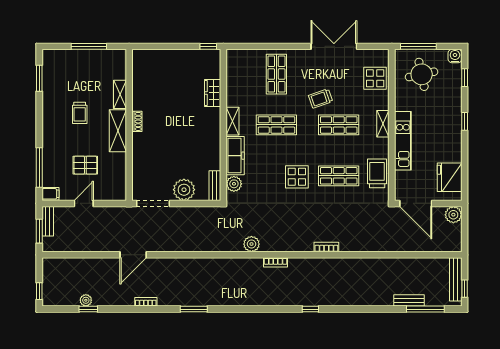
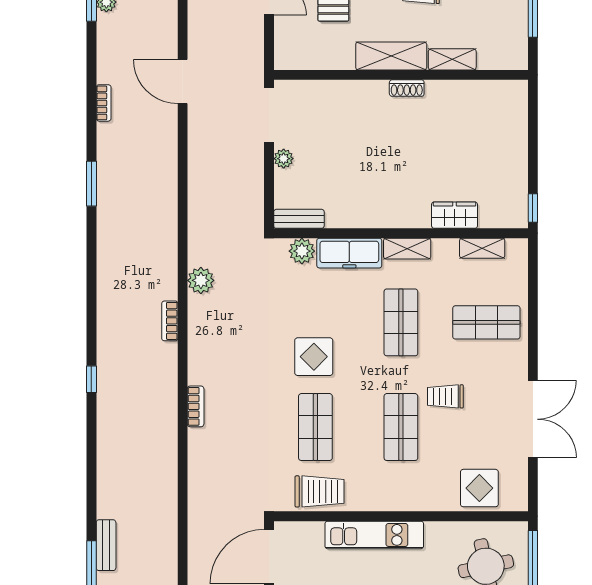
trolley: (320, 98) -> (445, 396), turned -71
shelving: (383, 124) -> (482, 248), moved
plant: (184, 190) -> (284, 159), width x0.53, depth x0.53

